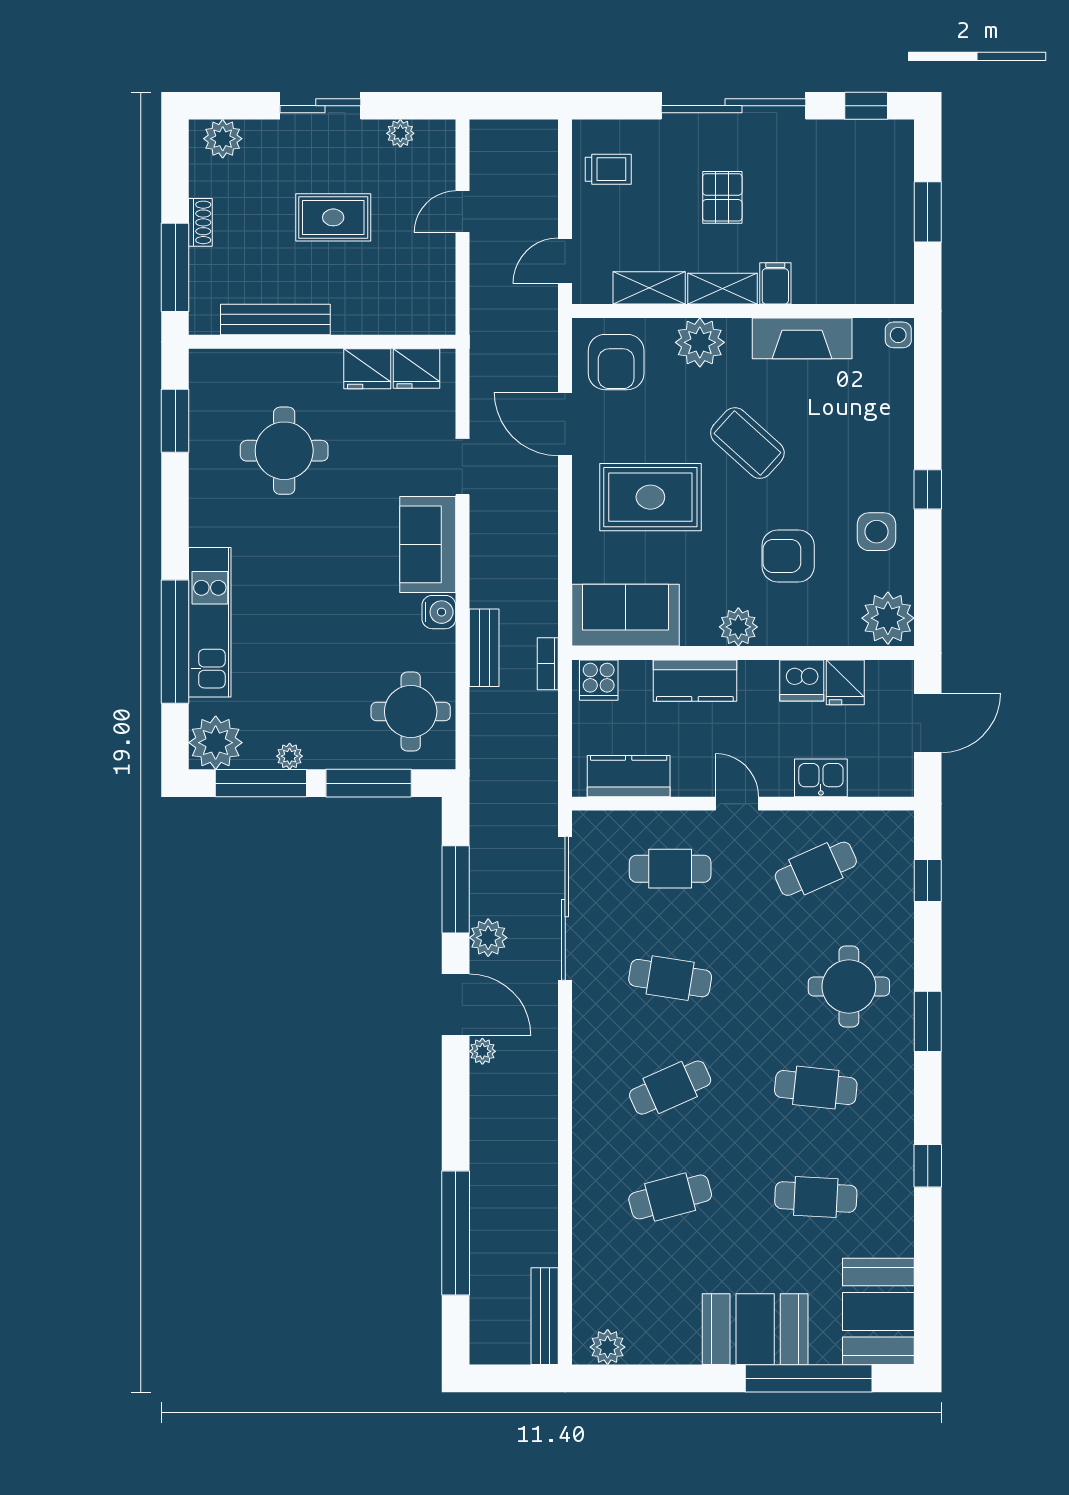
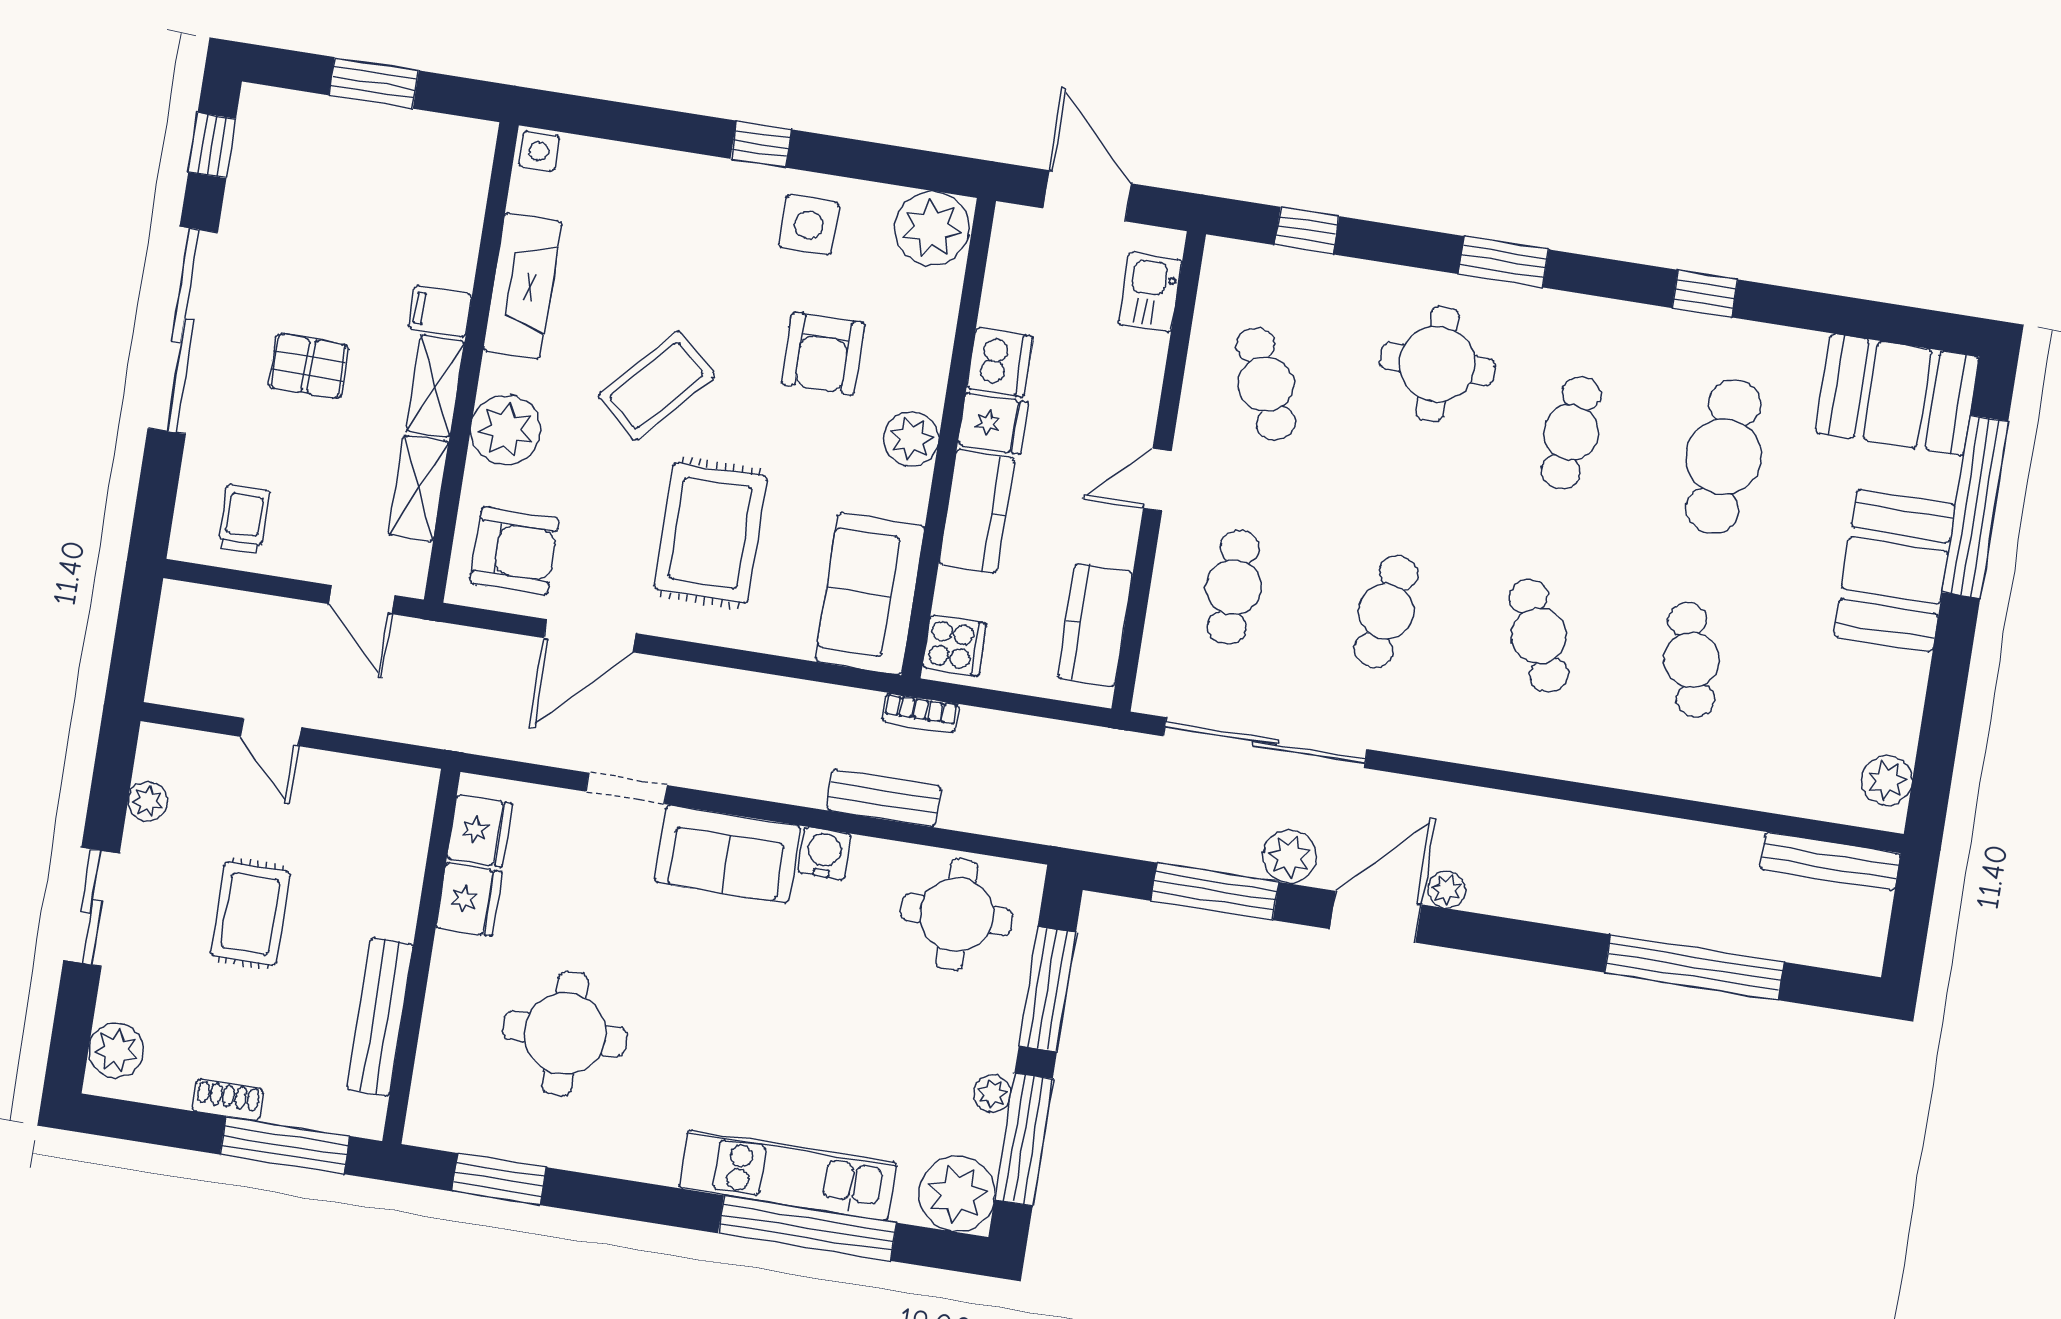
fridge: (845, 682) -> (993, 423), moved
kitchen sink: (821, 778) -> (1150, 292), moved
cafe table: (816, 1197) -> (1724, 457), width x1.37, depth x1.35

